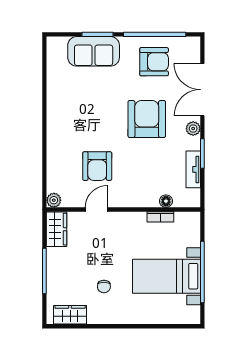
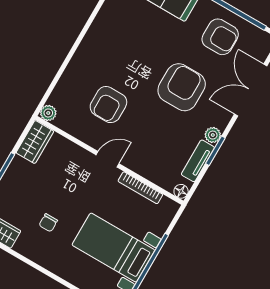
plant: (193, 129) -> (213, 135), moved
floor lamp: (166, 201) -> (181, 191), moved
door: (96, 210) -> (108, 159), moved
bookcase: (160, 217) -> (140, 188), width x1.56

